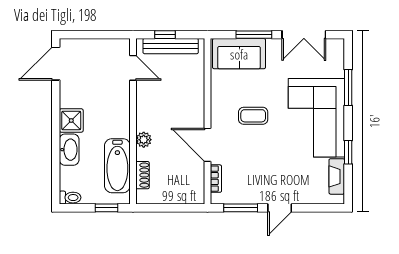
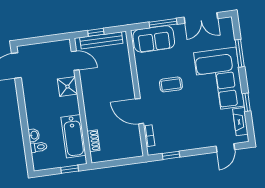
shower: (71, 120) -> (67, 87), moved
plant: (144, 140) -> (91, 114), removed
washbasin: (69, 150) -> (34, 135), width x0.52, depth x0.69
toilet: (70, 198) -> (39, 147), moved
window: (241, 208) -> (171, 155), width x0.67
door: (280, 208) -> (225, 148), moved

